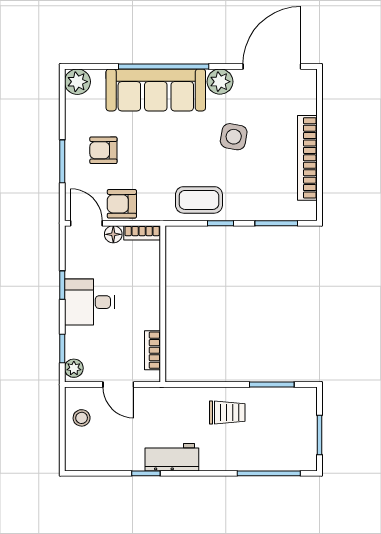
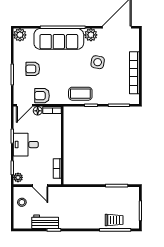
door: (86, 223) -> (24, 105), swing flipped
trolley: (227, 412) -> (114, 220), moved
workbench: (172, 457) -> (45, 222), moved

